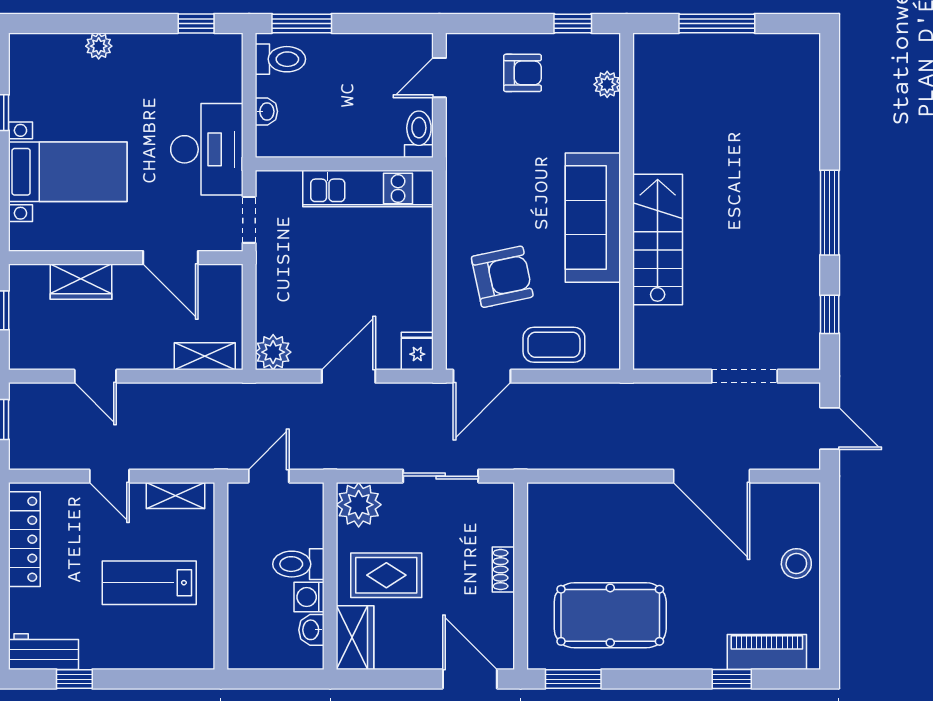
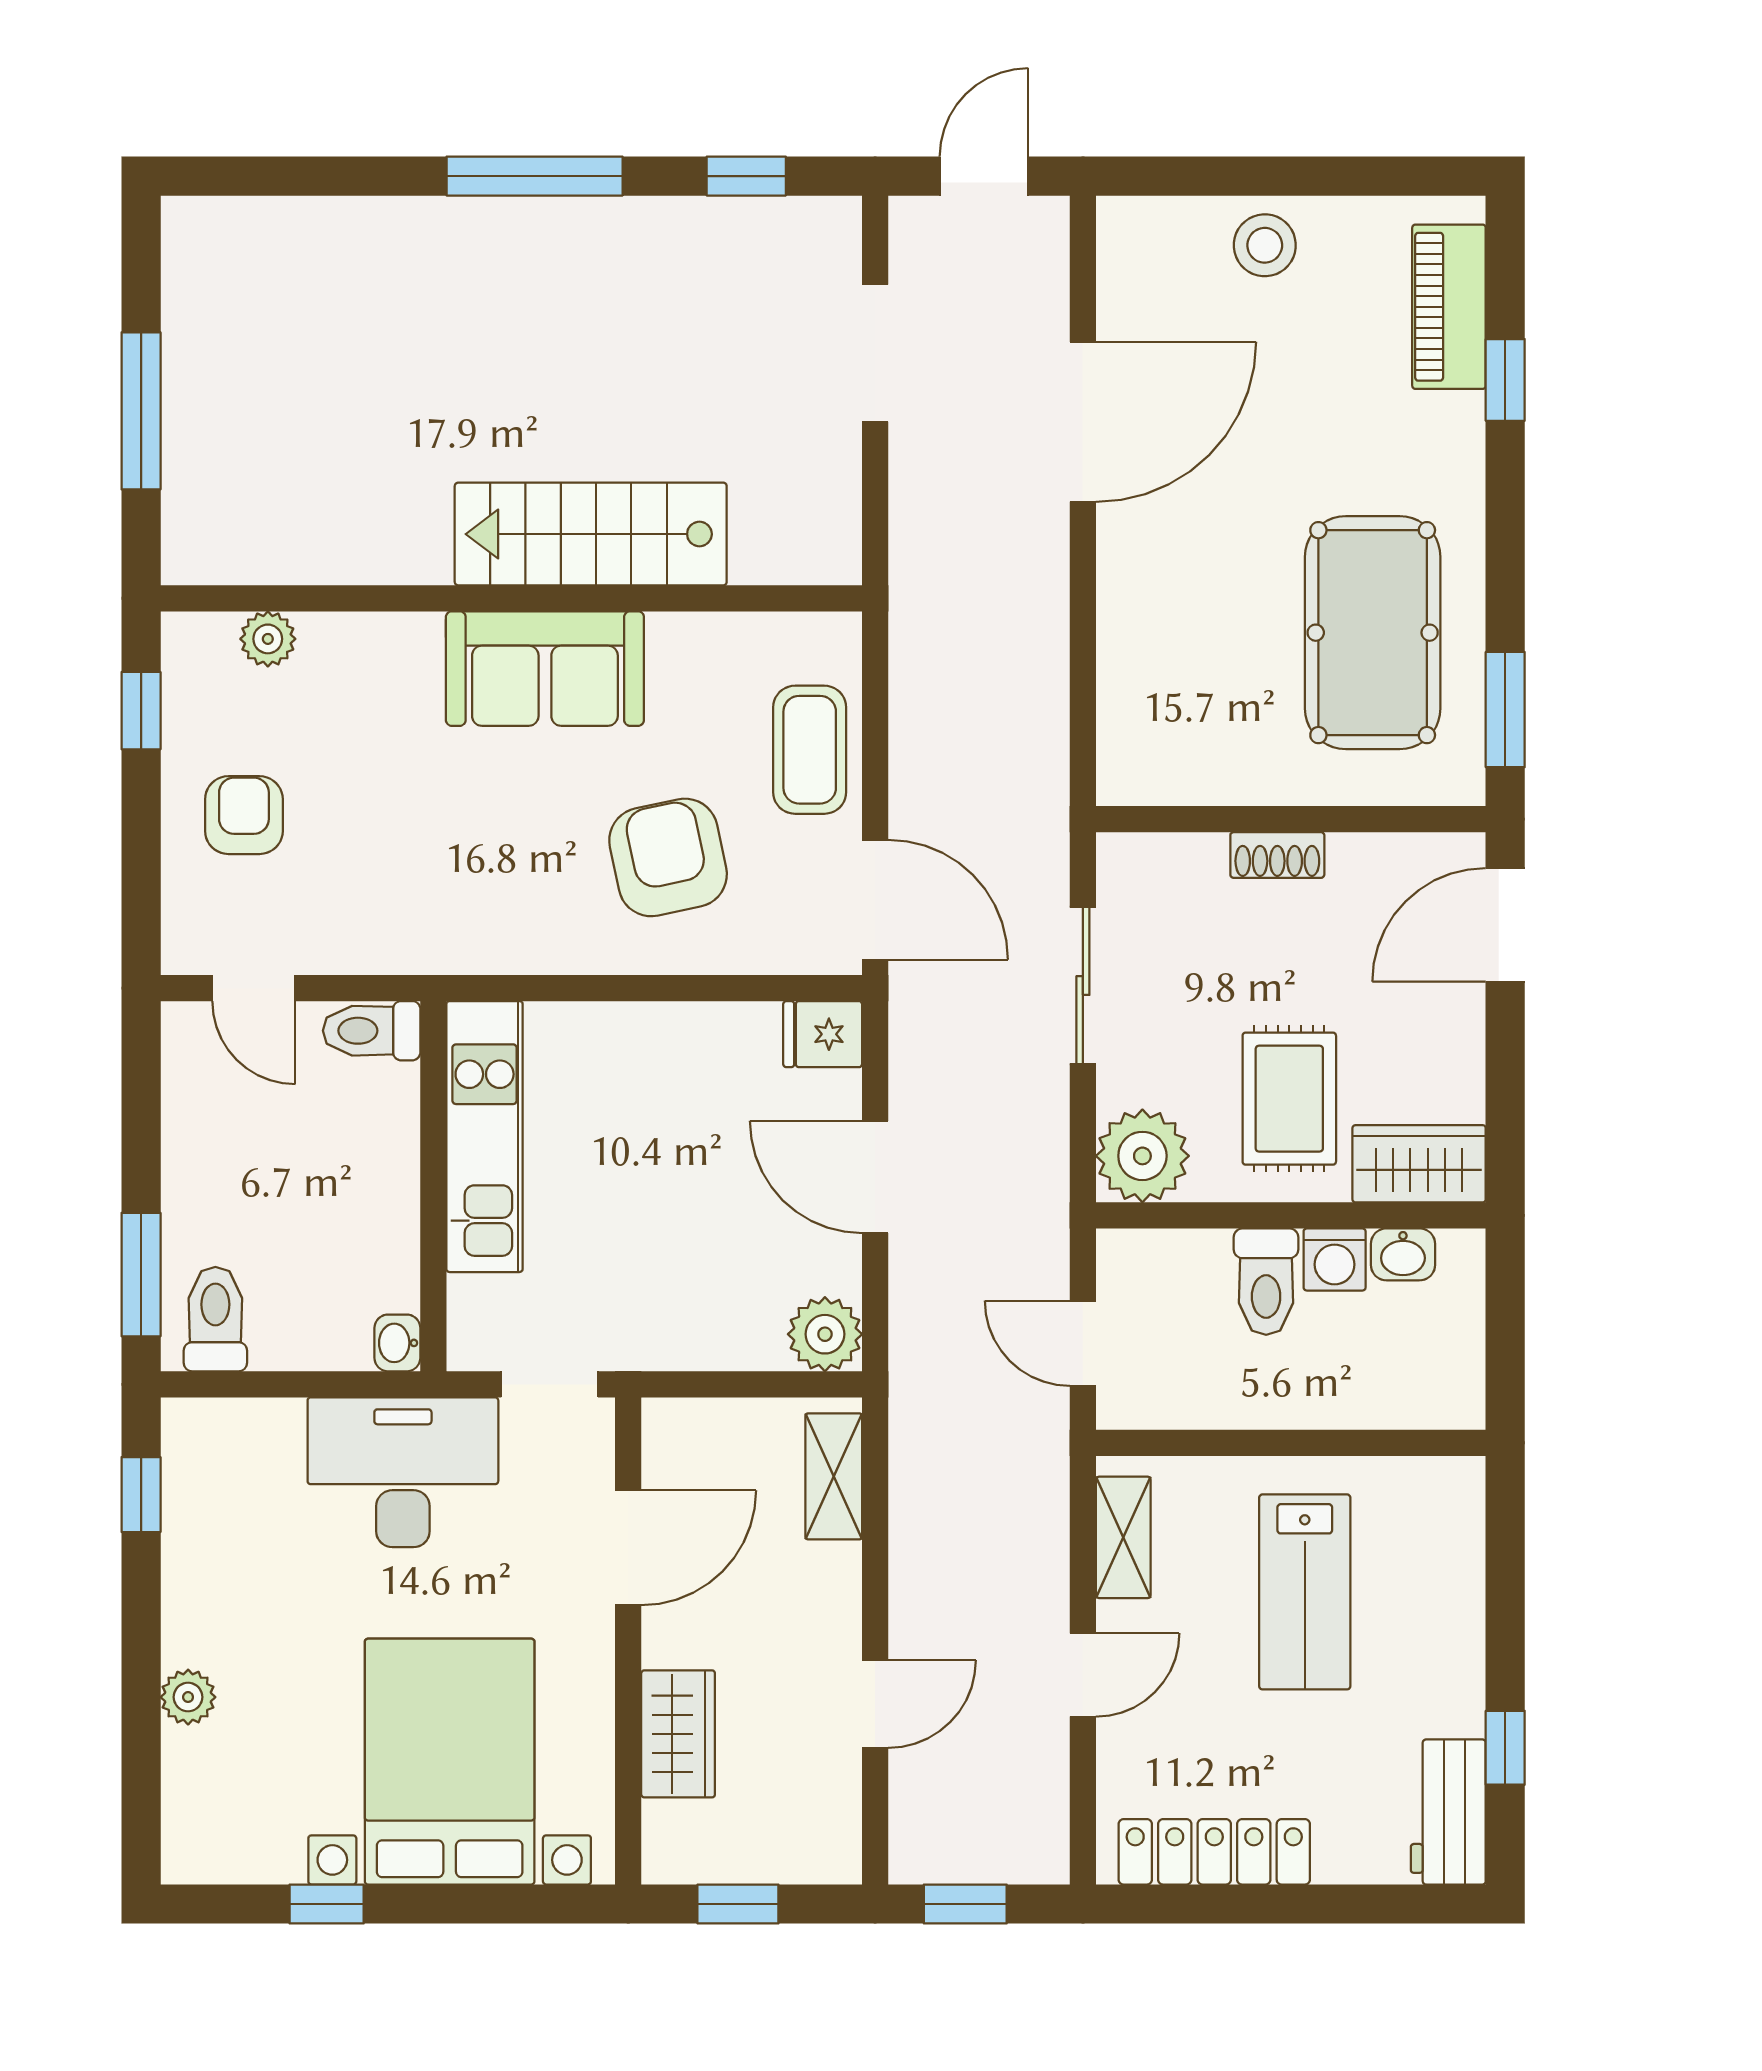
washbasin: (266, 111) -> (397, 1343), moved, turned -90
bed with nightstands: (68, 172) -> (450, 1762), width x1.36
sofa: (593, 218) -> (545, 669), width x0.73

